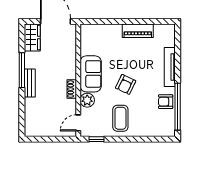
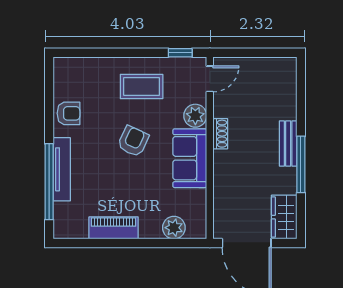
plant: (100, 31) -> (174, 228), added
window: (178, 107) -> (49, 182), moved
coffee table: (120, 118) -> (142, 87), turned 90

